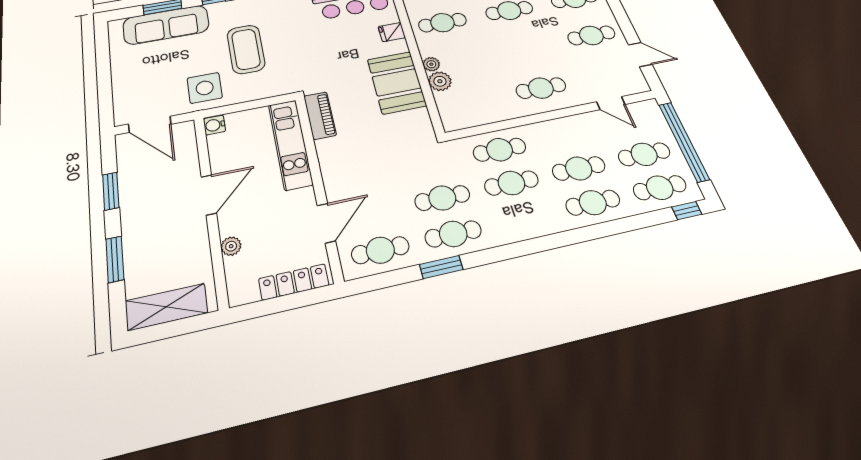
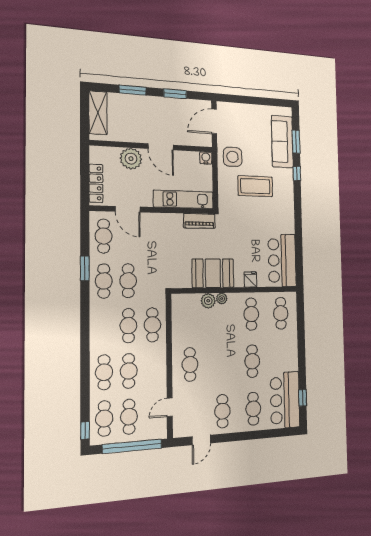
plant: (231, 246) -> (131, 159), width x1.88, depth x1.88

